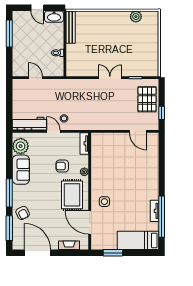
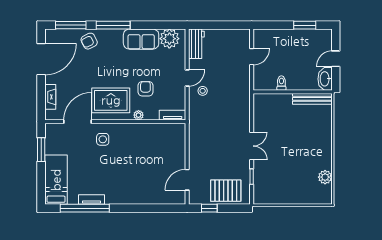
window: (9, 33) -> (305, 25), width x0.69
workbench: (30, 124) -> (196, 44), width x0.73

